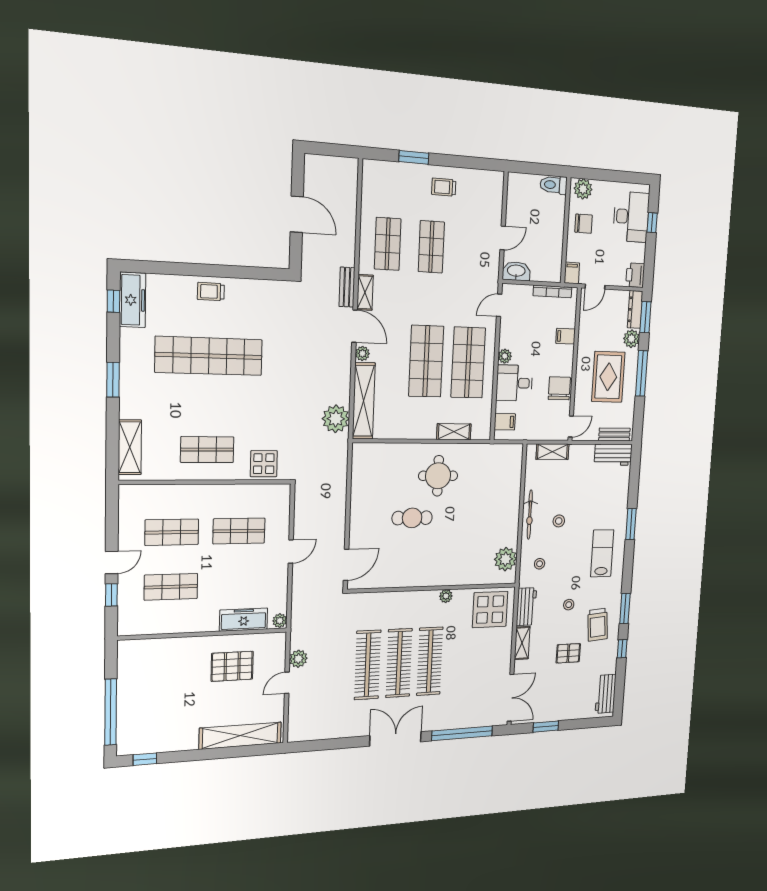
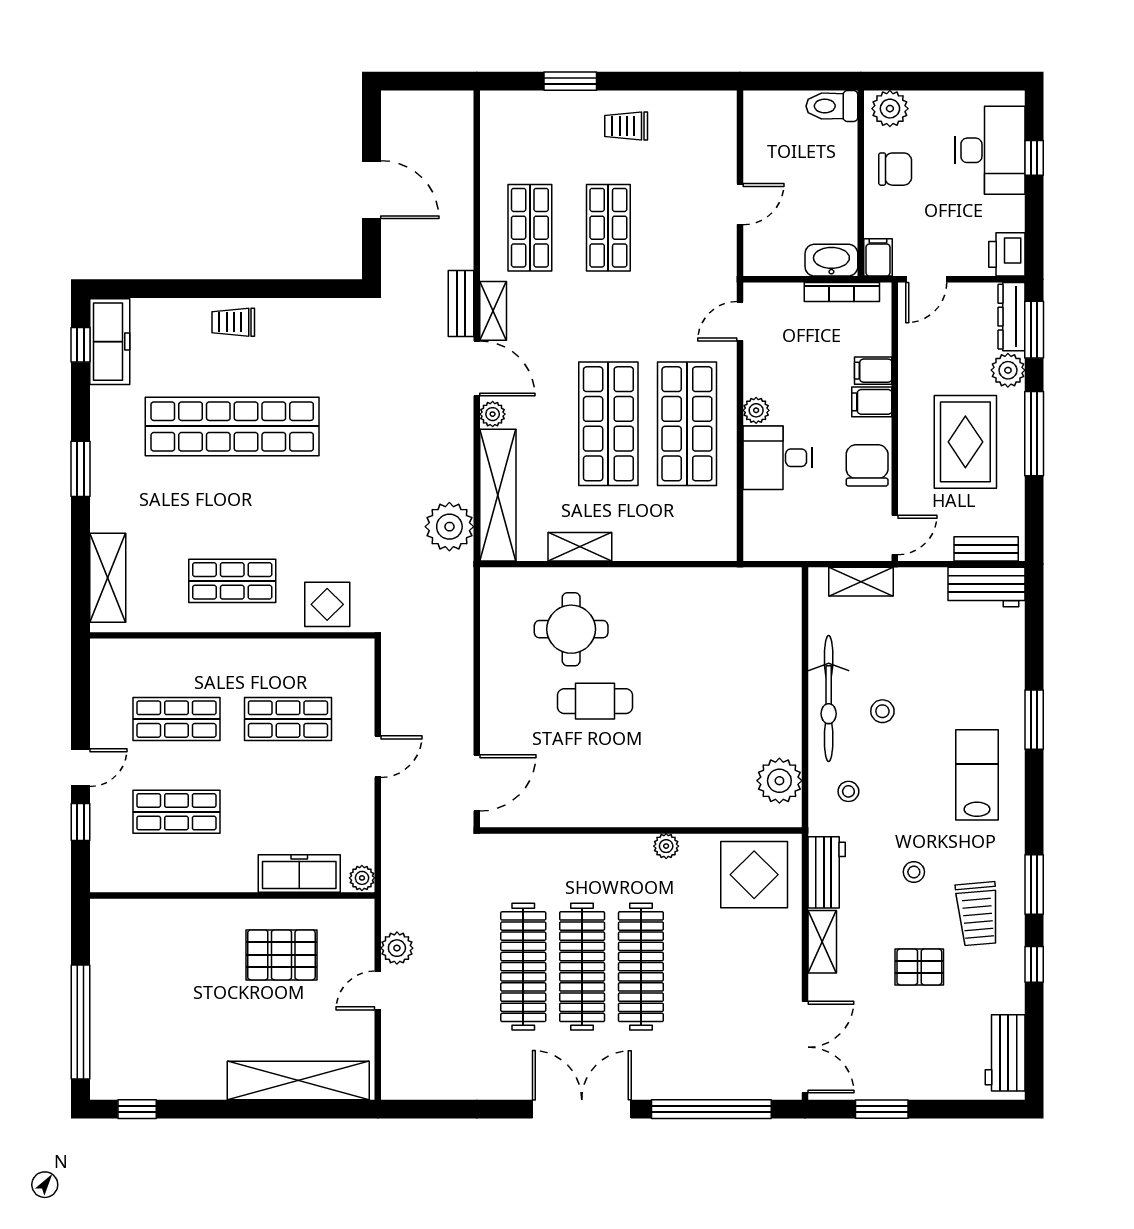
washbasin: (516, 271) -> (831, 260), moved
filing cabinet: (505, 422) -> (872, 402), moved, turned 180
shelving: (454, 432) -> (580, 547), moved
round table: (438, 476) -> (571, 629), moved
bicycle: (530, 515) -> (829, 698), width x1.37, depth x1.40

